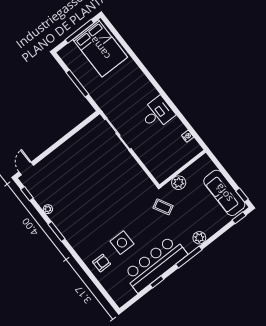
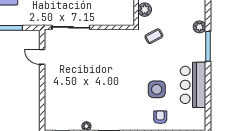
door: (26, 168) -> (42, 57), moved
bar counter: (155, 264) -> (193, 85), width x0.73
window: (157, 282) -> (208, 86), removed

